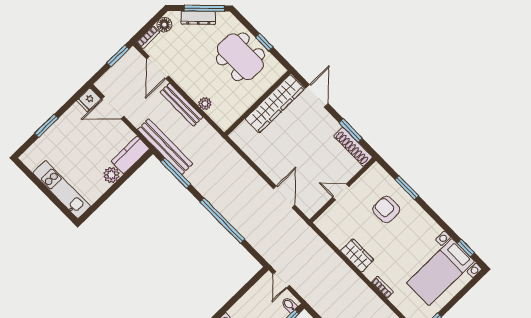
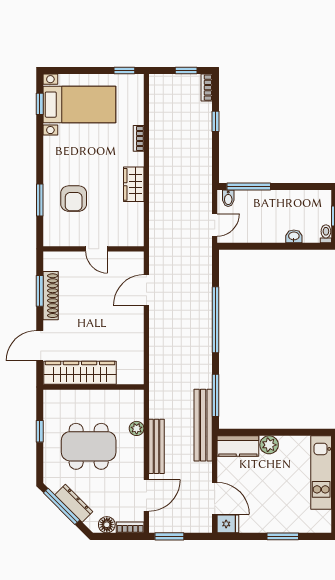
dining table: (240, 57) -> (89, 446), moved, turned 90
shoe rack: (353, 147) -> (51, 296), moved

